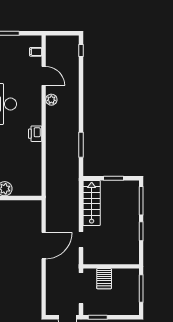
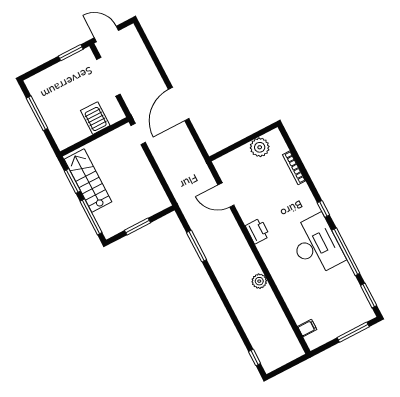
door: (44, 76) -> (226, 195), moved
stairs: (92, 203) -> (88, 181), moved, turned 180
wall: (111, 266) -> (94, 137), moved
server rack: (104, 279) -> (95, 118), moved

